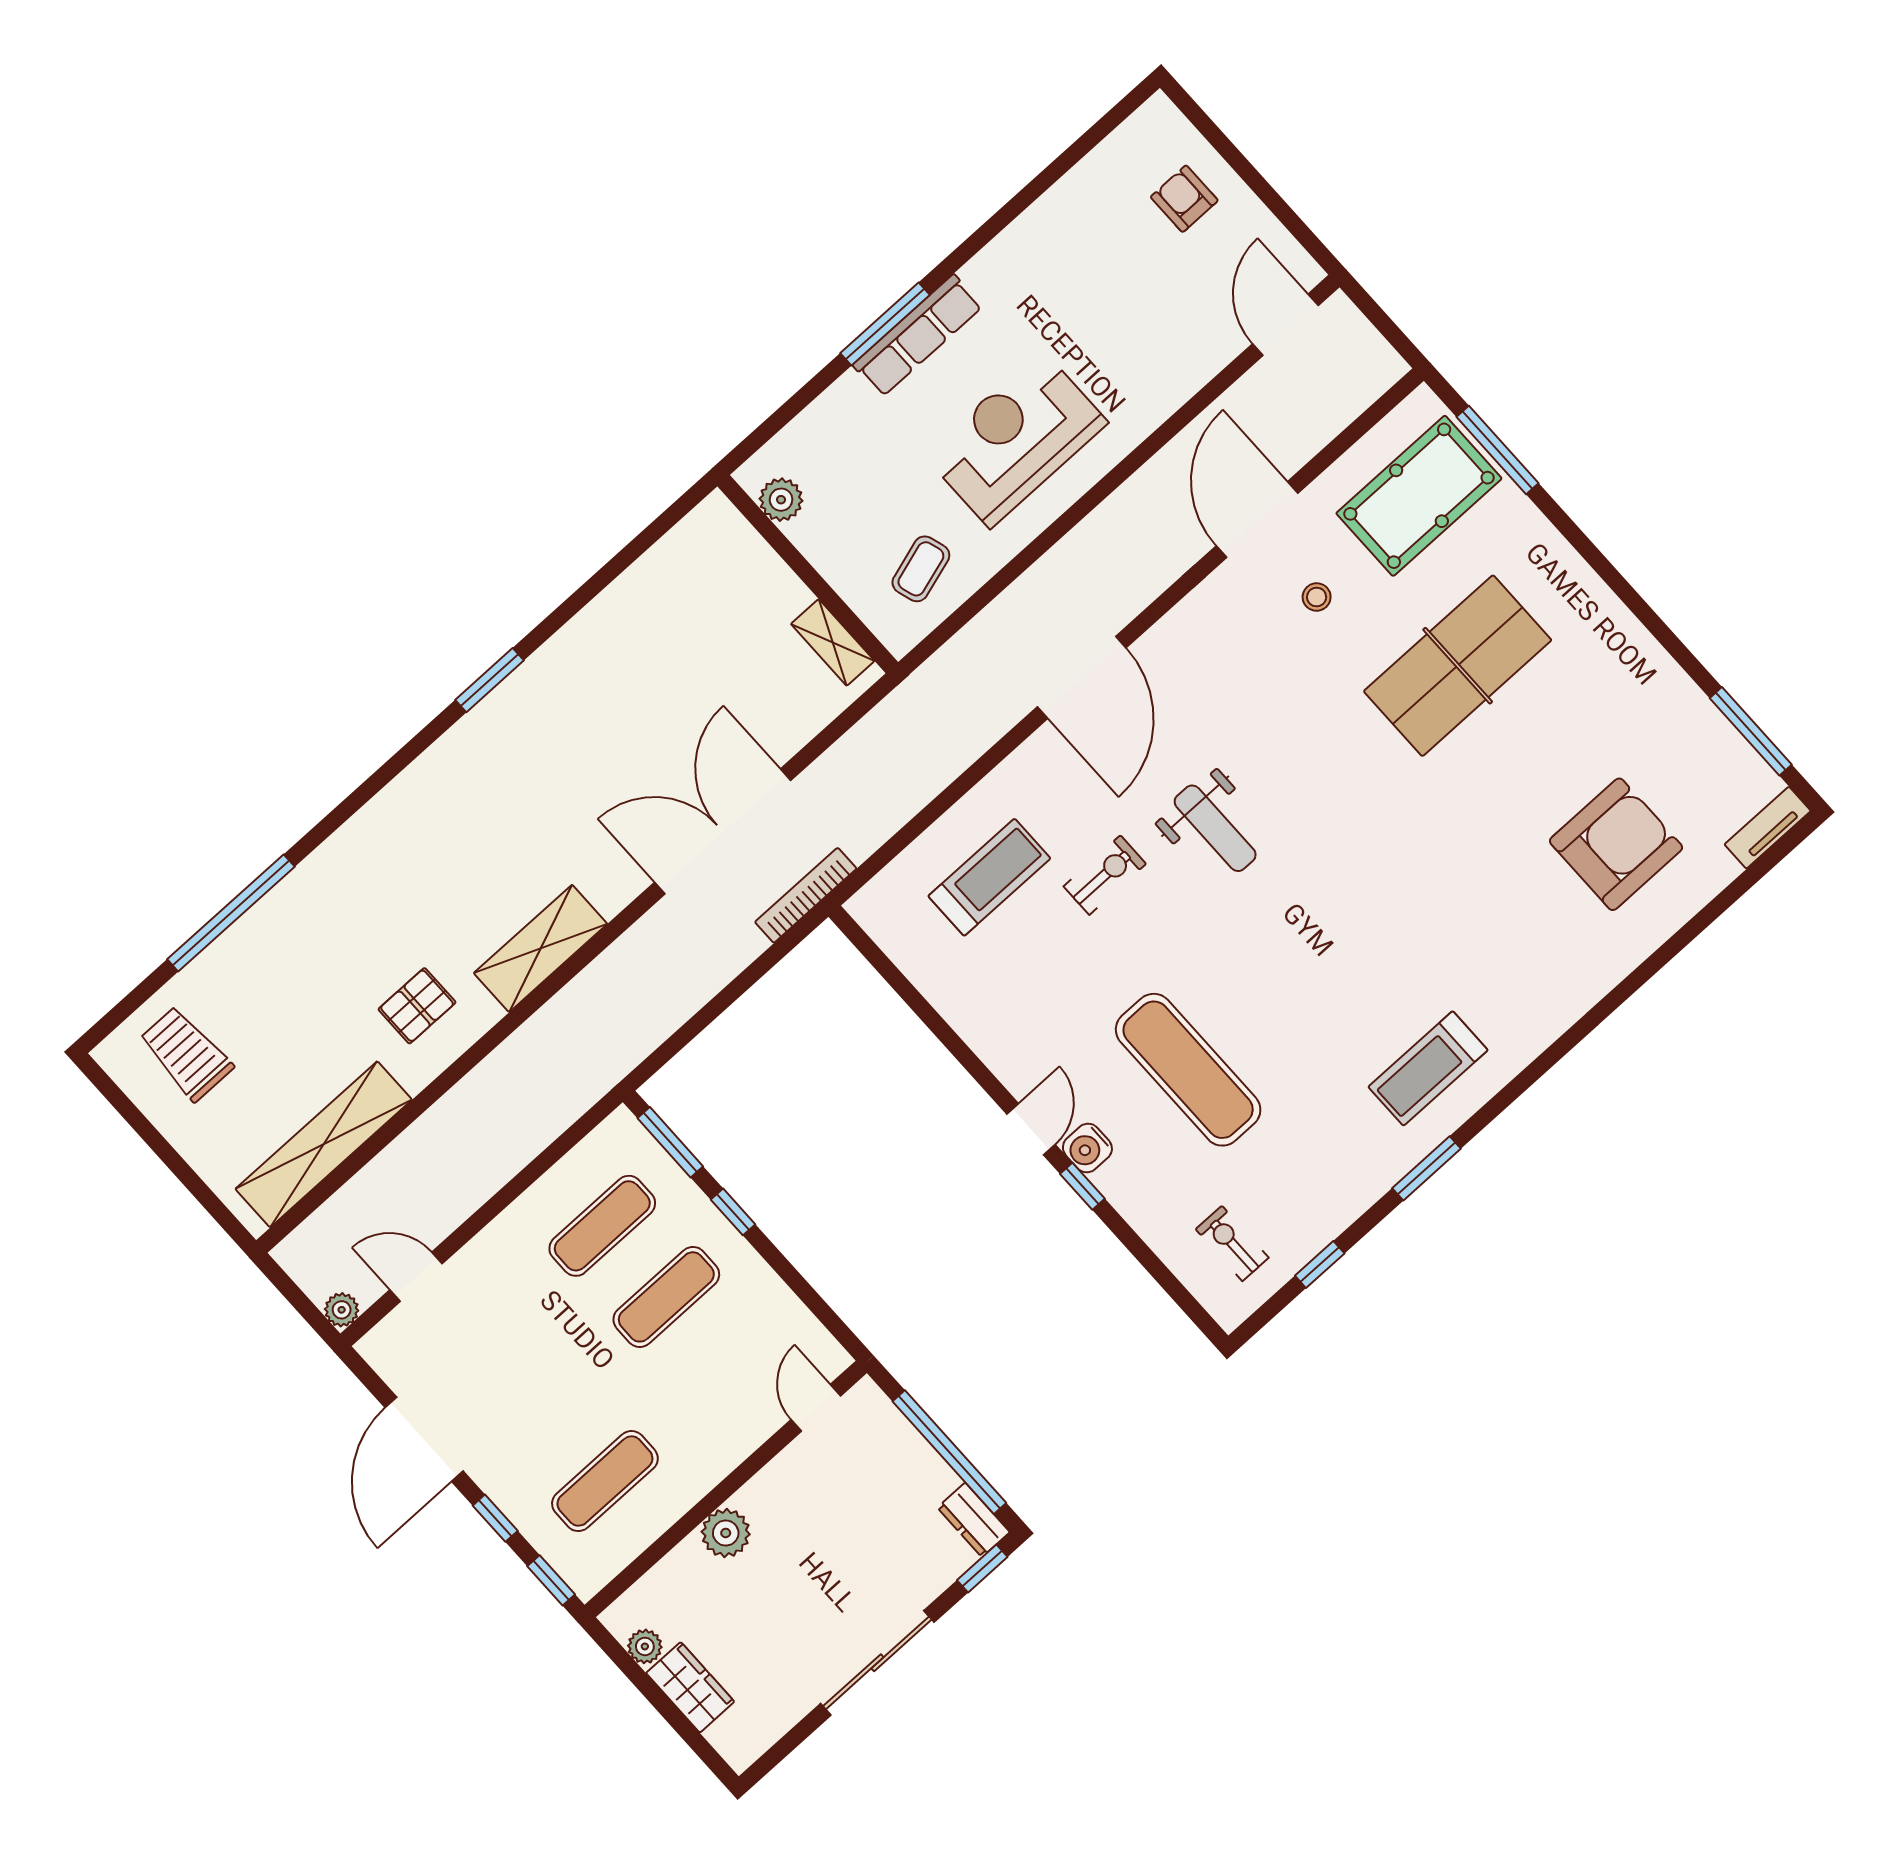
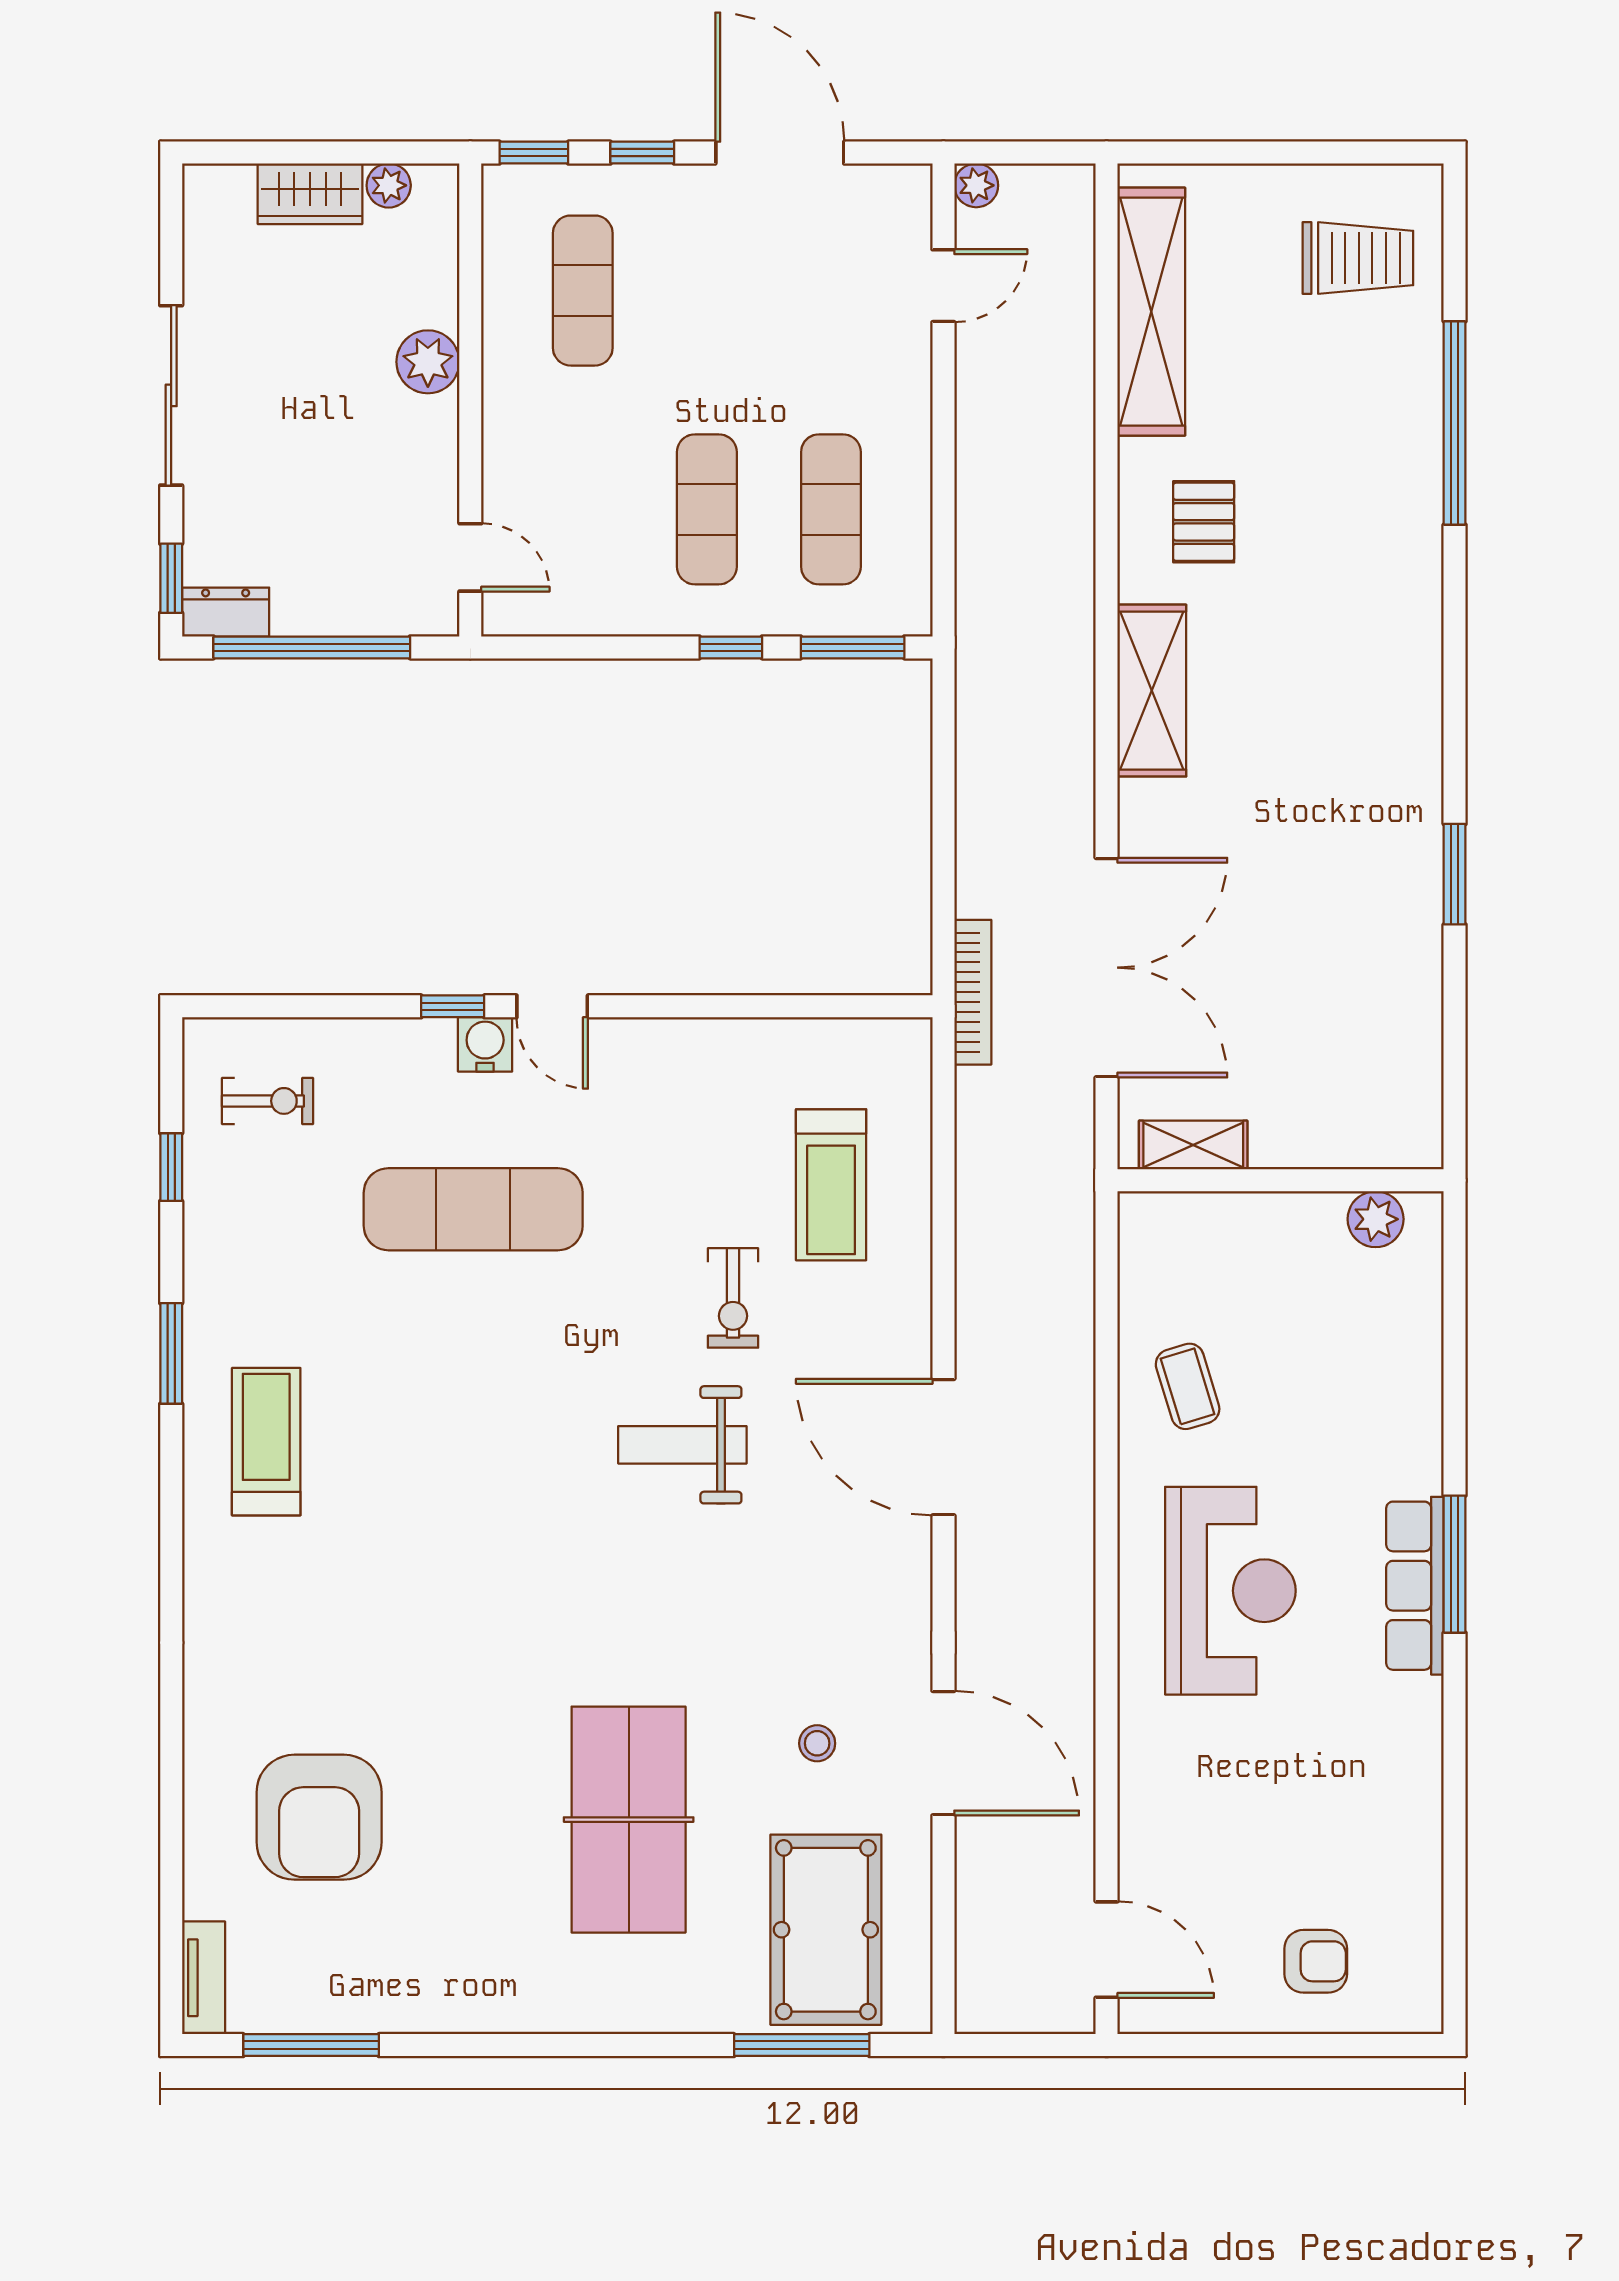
plant: (781, 500) -> (1376, 1219), moved
wall: (808, 574) -> (1281, 1180), moved
shelving: (833, 642) -> (1193, 1145), moved

